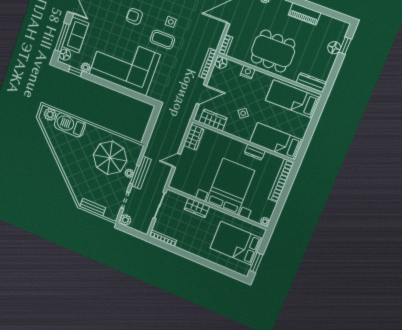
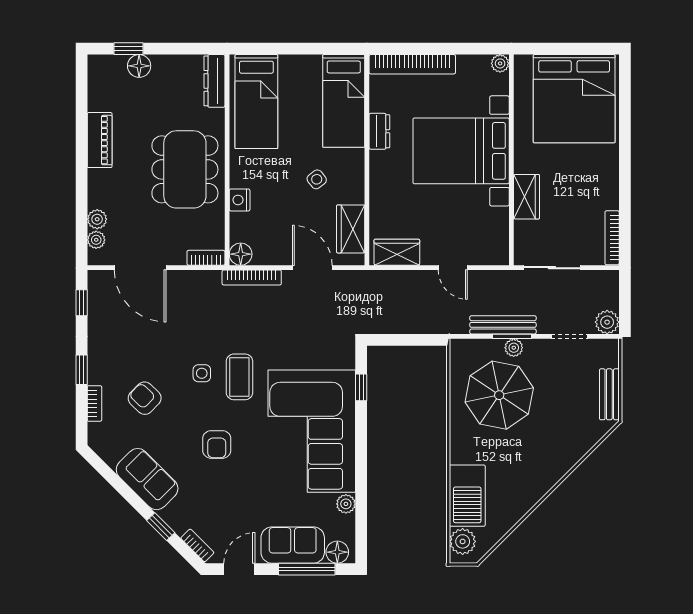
window: (75, 71) -> (361, 387), moved
bed: (236, 243) -> (574, 99), width x1.36
window: (256, 263) -> (584, 49), removed

